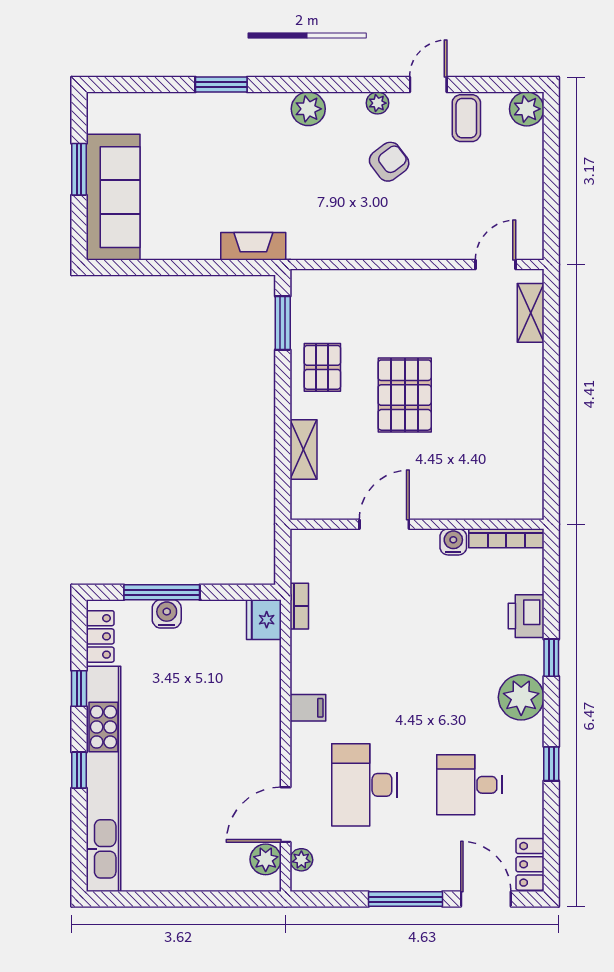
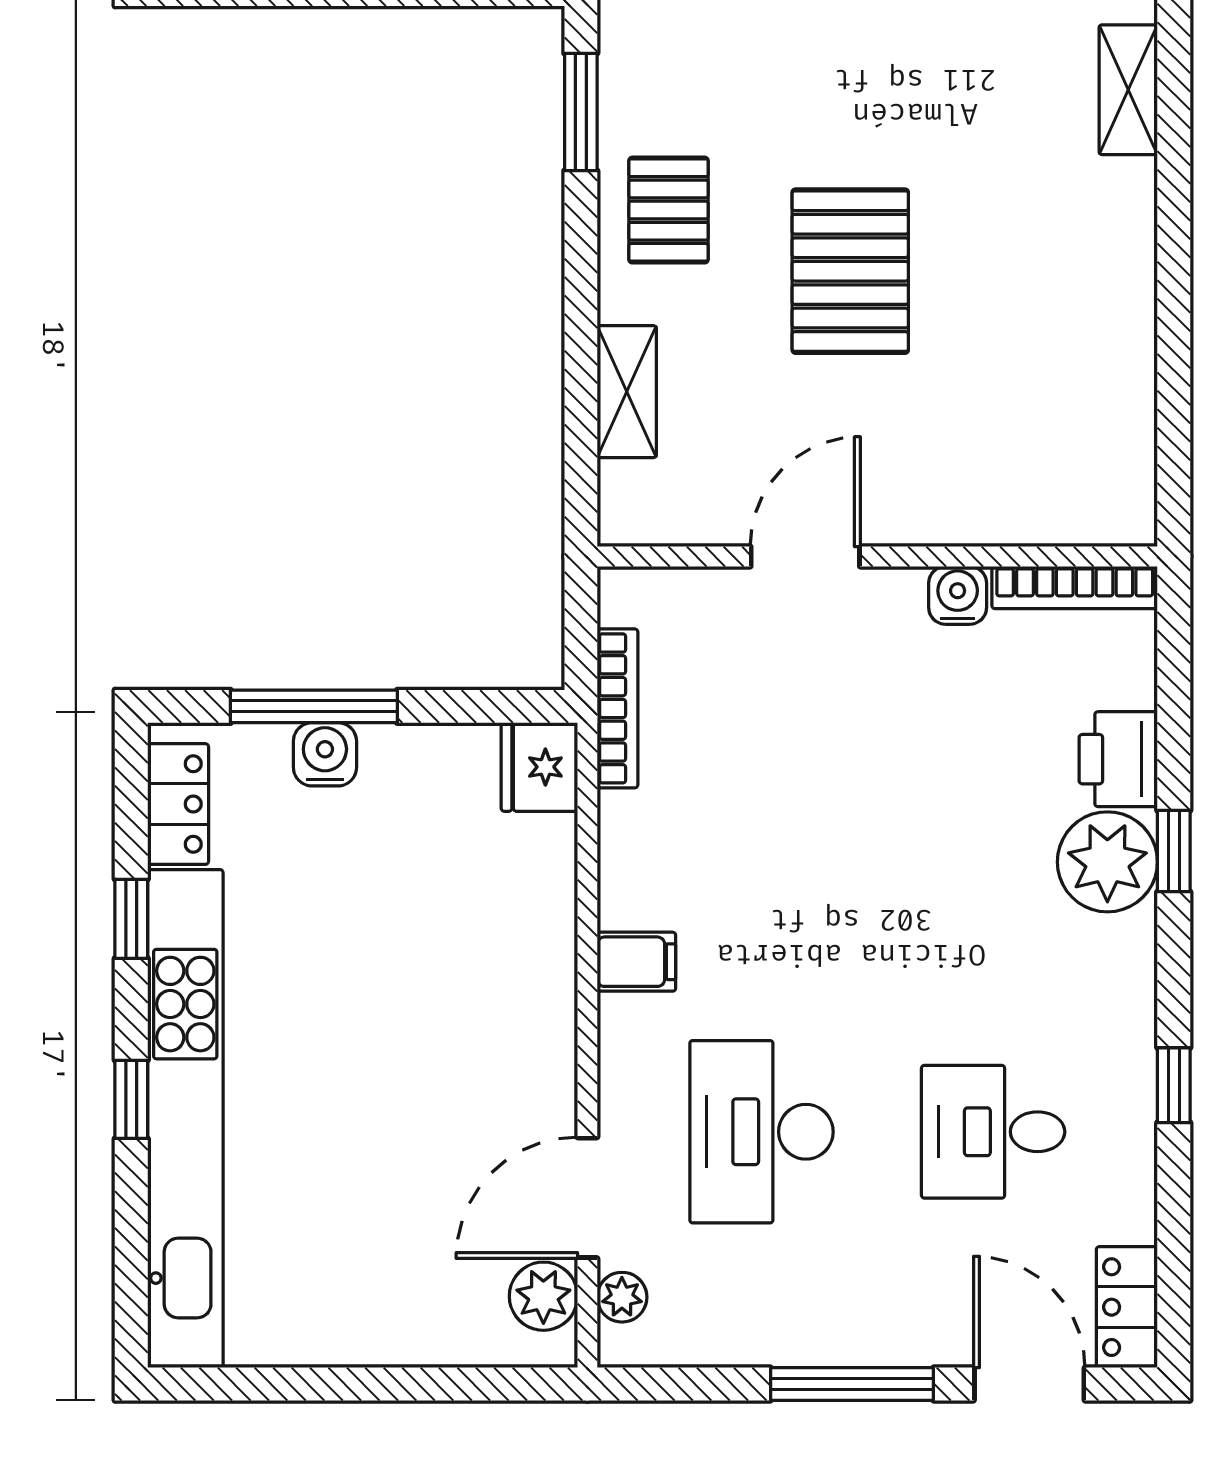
bookcase: (299, 606) -> (617, 708), width x1.56
plant: (521, 697) -> (1107, 862), moved

